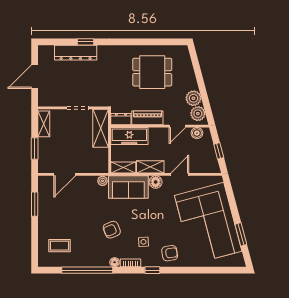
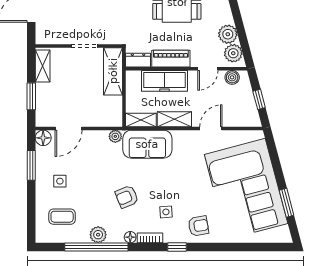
freezer: (129, 136) -> (165, 81), moved
floor lamp: (156, 182) -> (43, 138), moved
side table: (58, 217) -> (60, 181), added
plant: (89, 260) -> (98, 235), added

